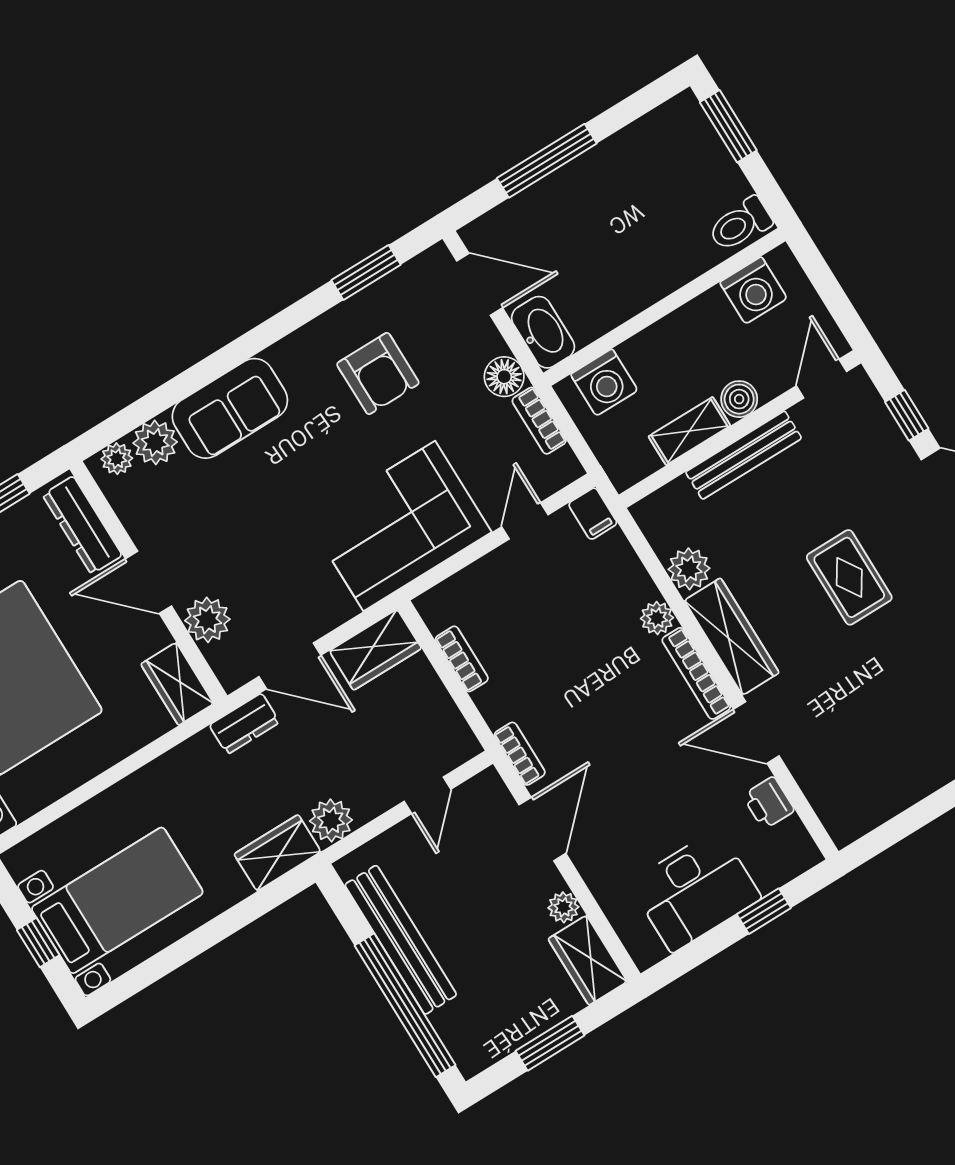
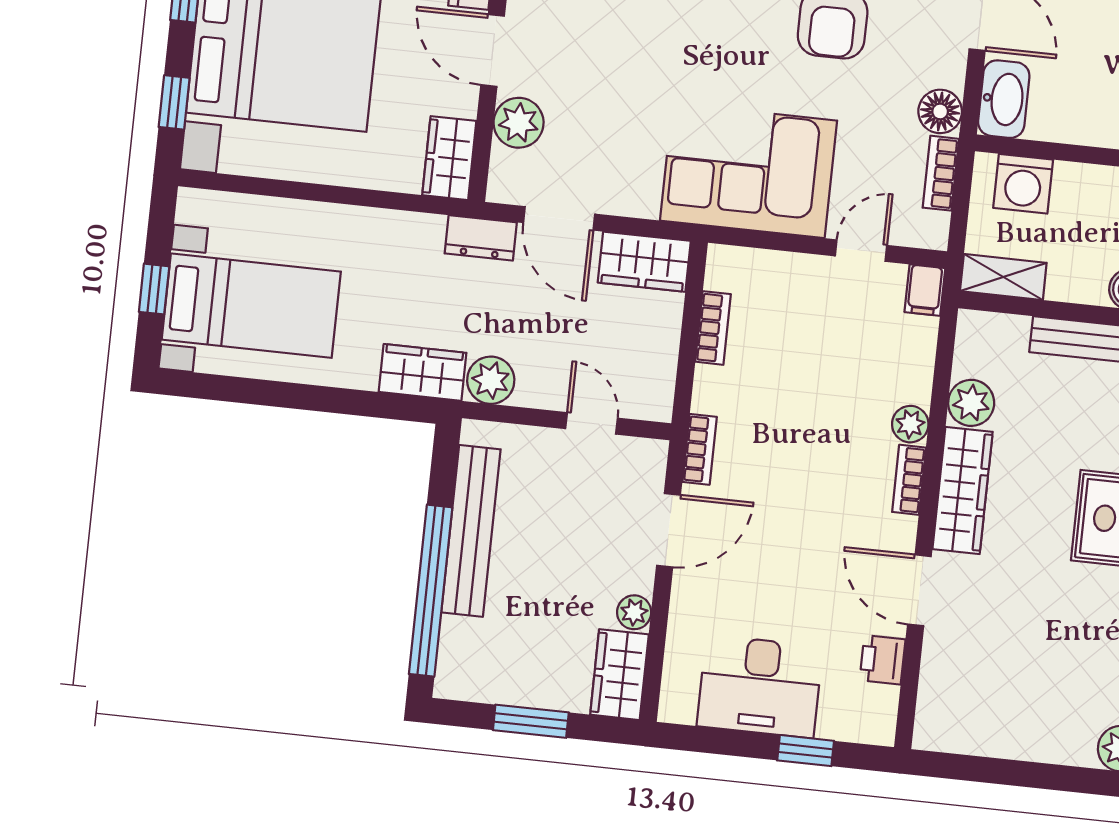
shelving: (689, 431) -> (1003, 277), moved
bookcase: (696, 673) -> (909, 480), width x0.64
door: (427, 795) -> (592, 423), swing flipped

